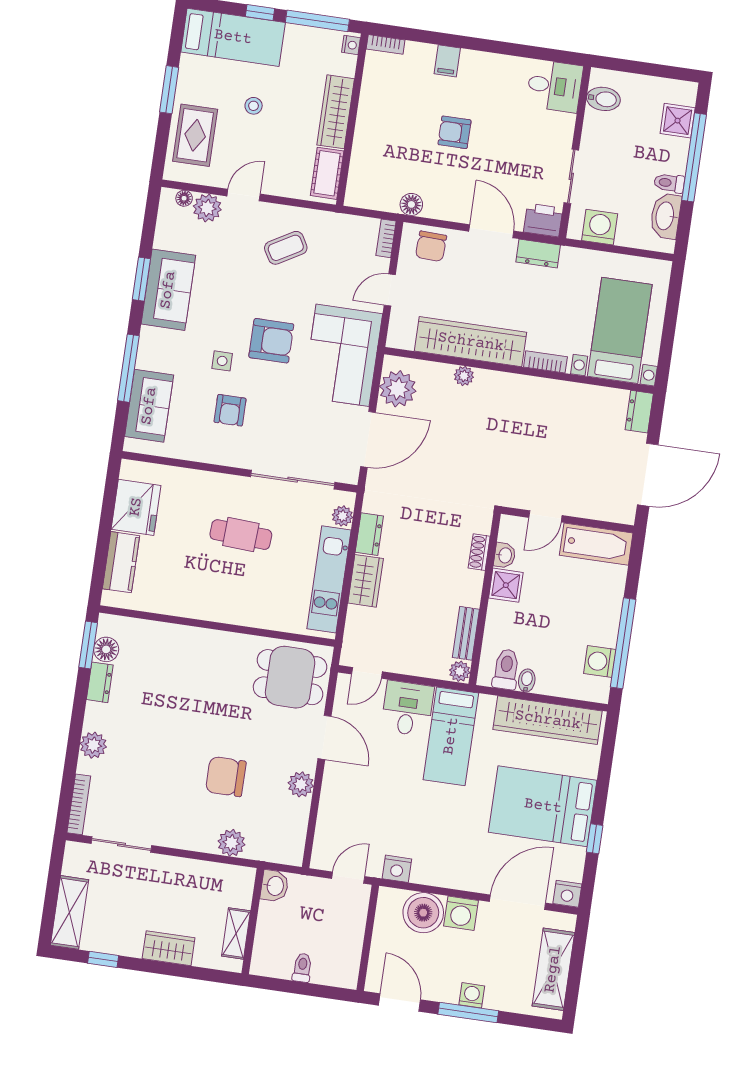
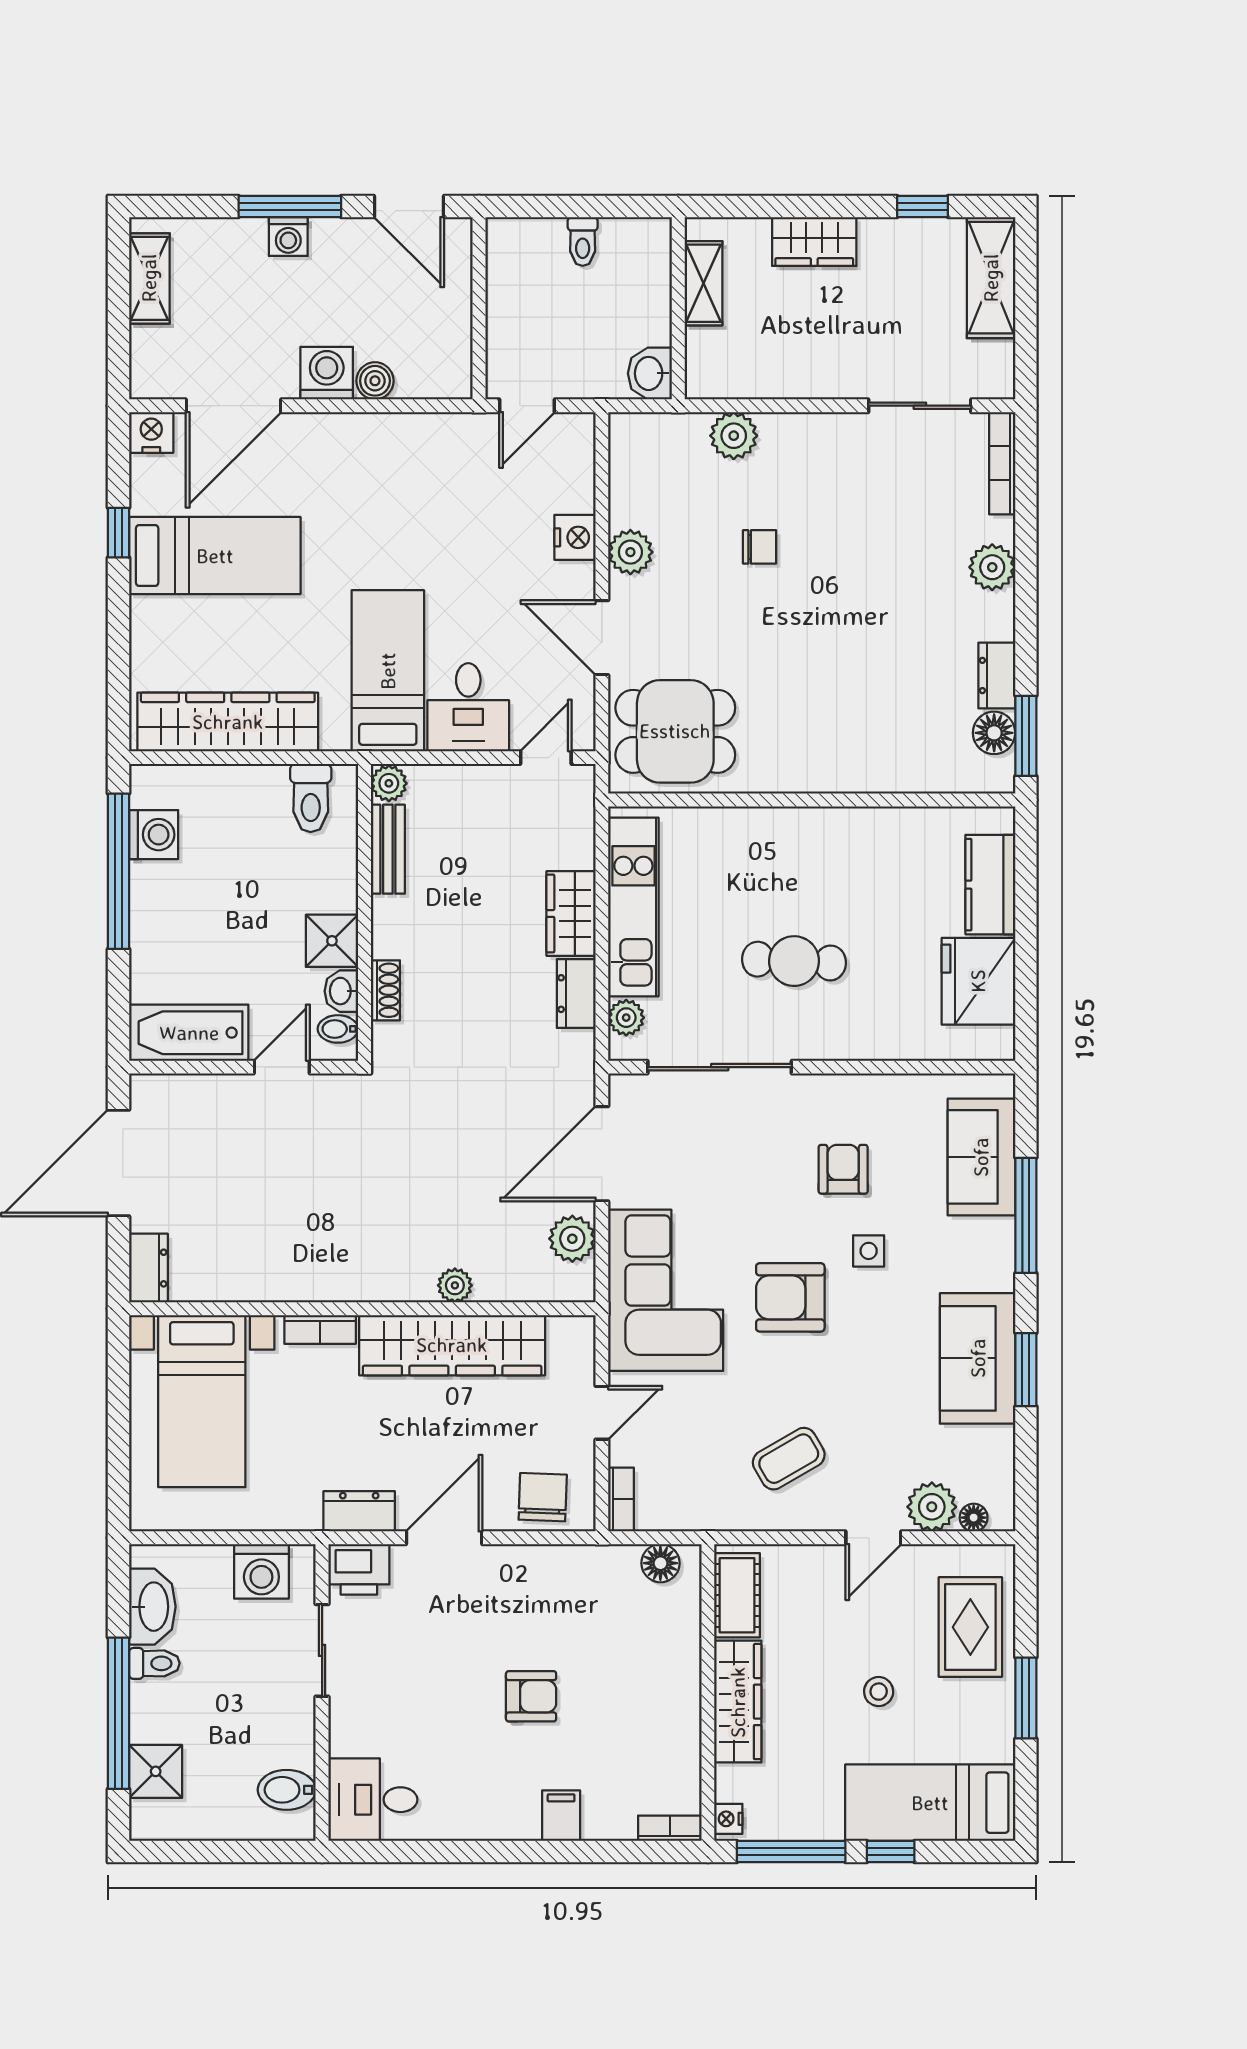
floor lamp: (411, 204) -> (660, 1563), moved
door: (491, 231) -> (444, 1538), swing flipped
plant: (398, 389) -> (572, 1239), width x0.73, depth x0.73
bidet: (527, 681) -> (338, 1029), moved, turned 90
chair: (226, 777) -> (760, 547), width x0.54, depth x0.54
bed: (543, 806) -> (215, 556), width x0.67
nightstand: (397, 869) -> (575, 537), moved, turned 90
boiler: (423, 913) -> (375, 381), width x0.54, depth x0.54
shelving: (553, 969) -> (149, 278), width x0.67, depth x0.75

